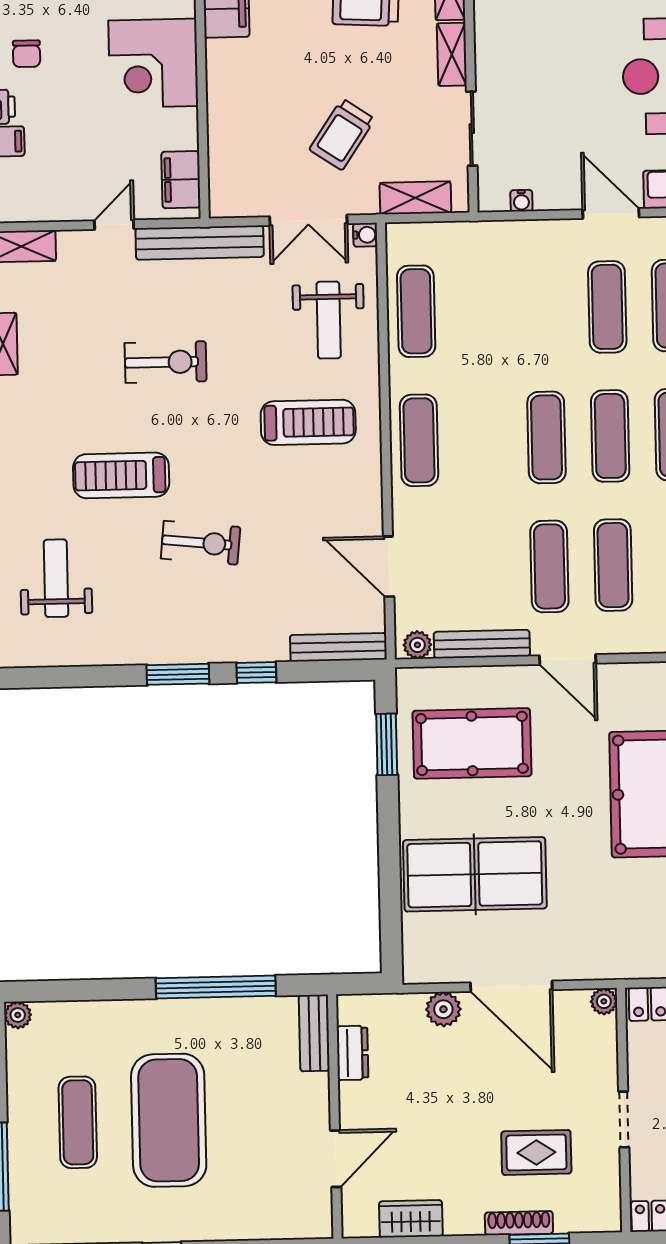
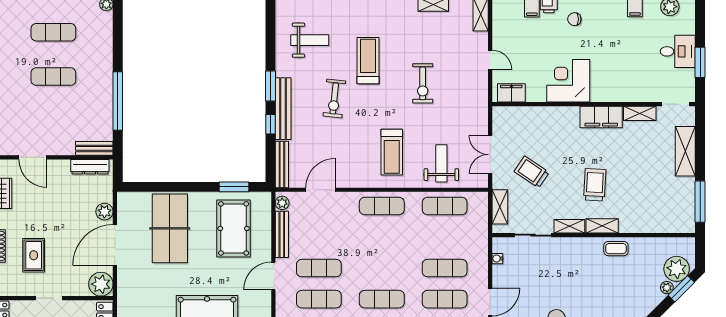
water cooler: (365, 235) -> (482, 182), removed
bench: (200, 243) -> (283, 109), moved
weight bench: (329, 320) -> (441, 163), turned 90
exercise mat: (546, 437) -> (445, 268), moved
weight bench: (56, 578) -> (310, 40), moved
plant: (604, 1001) -> (101, 284), width x1.87, depth x1.87
dresser: (352, 1053) -> (90, 167), width x1.44
exercise mat: (169, 1120) -> (53, 77), width x0.50, depth x0.69

